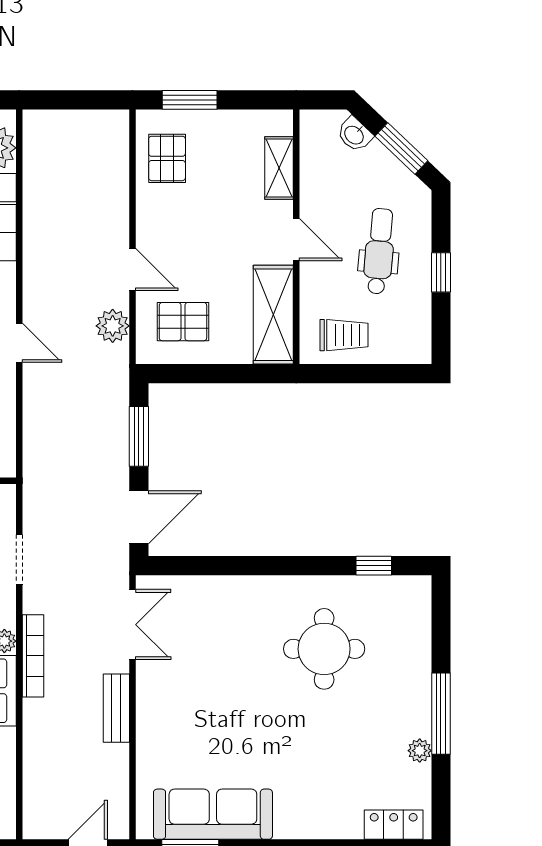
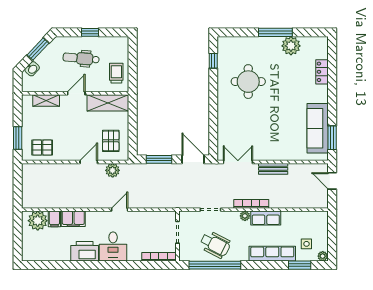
plant: (420, 751) -> (291, 46), width x1.88, depth x1.88
locker: (394, 825) -> (322, 72), moved

